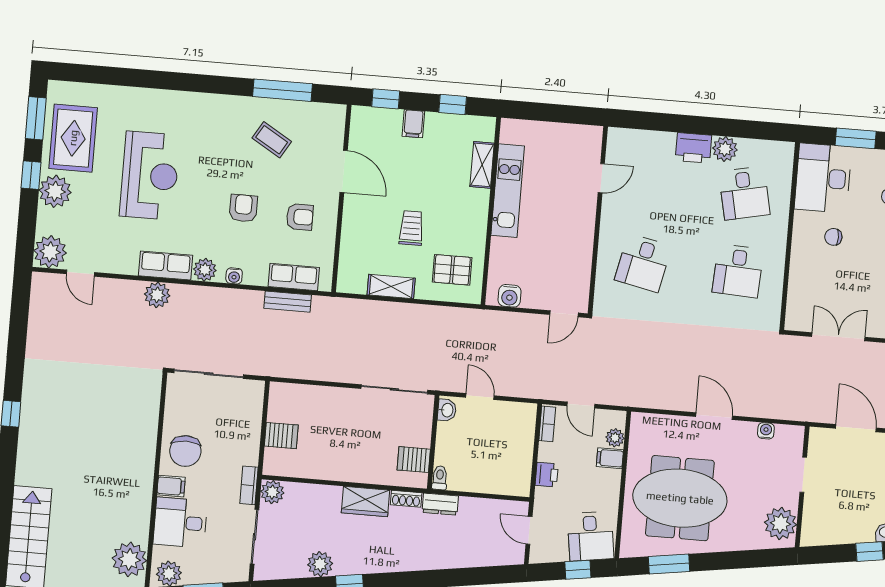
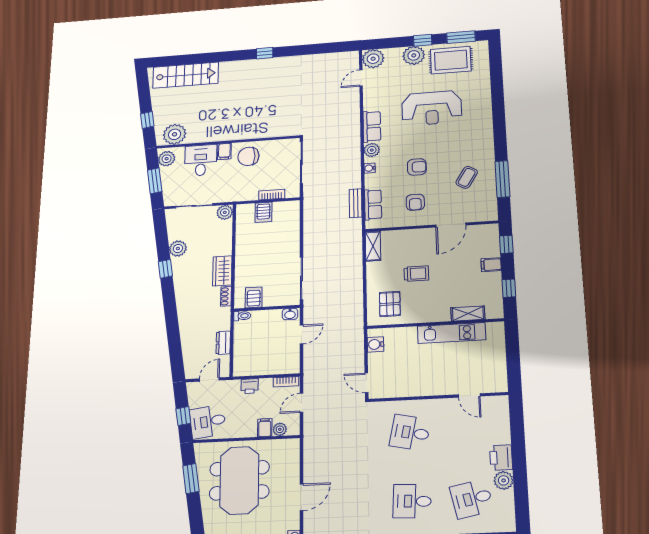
shelving: (391, 287) -> (373, 246), moved
plant: (157, 295) -> (351, 124), removed
bookcase: (249, 485) -> (272, 195), moved
dresser: (440, 504) -> (223, 343), moved

